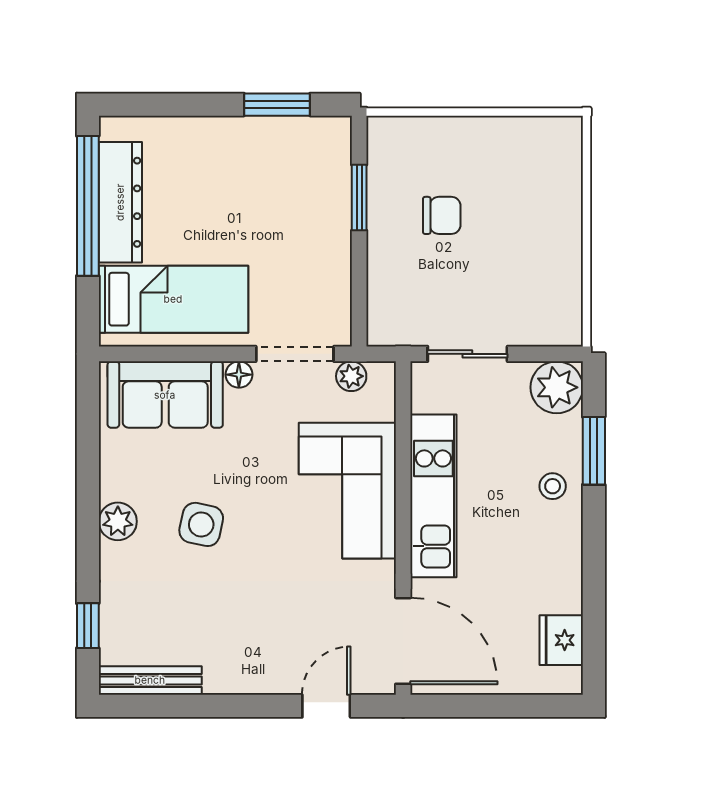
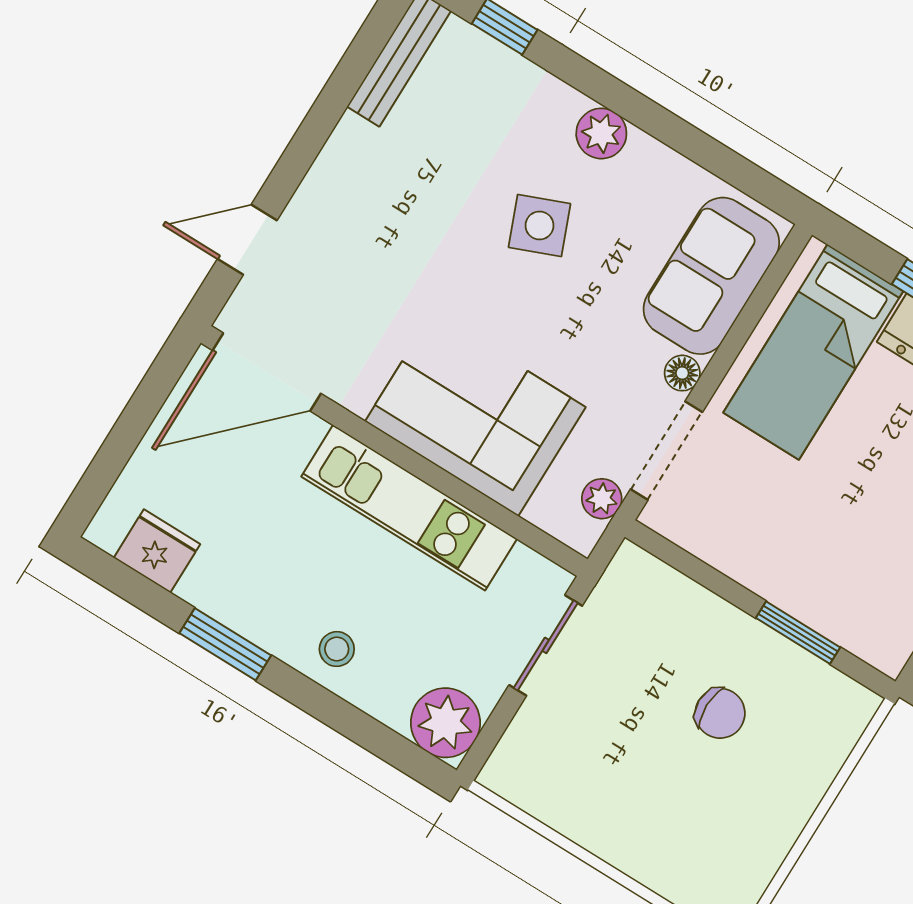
chair: (442, 215) -> (720, 713), turned -90
window: (594, 451) -> (225, 644), moved
side table: (201, 524) -> (539, 225), turned -34
door: (326, 706) -> (247, 240), swing flipped

